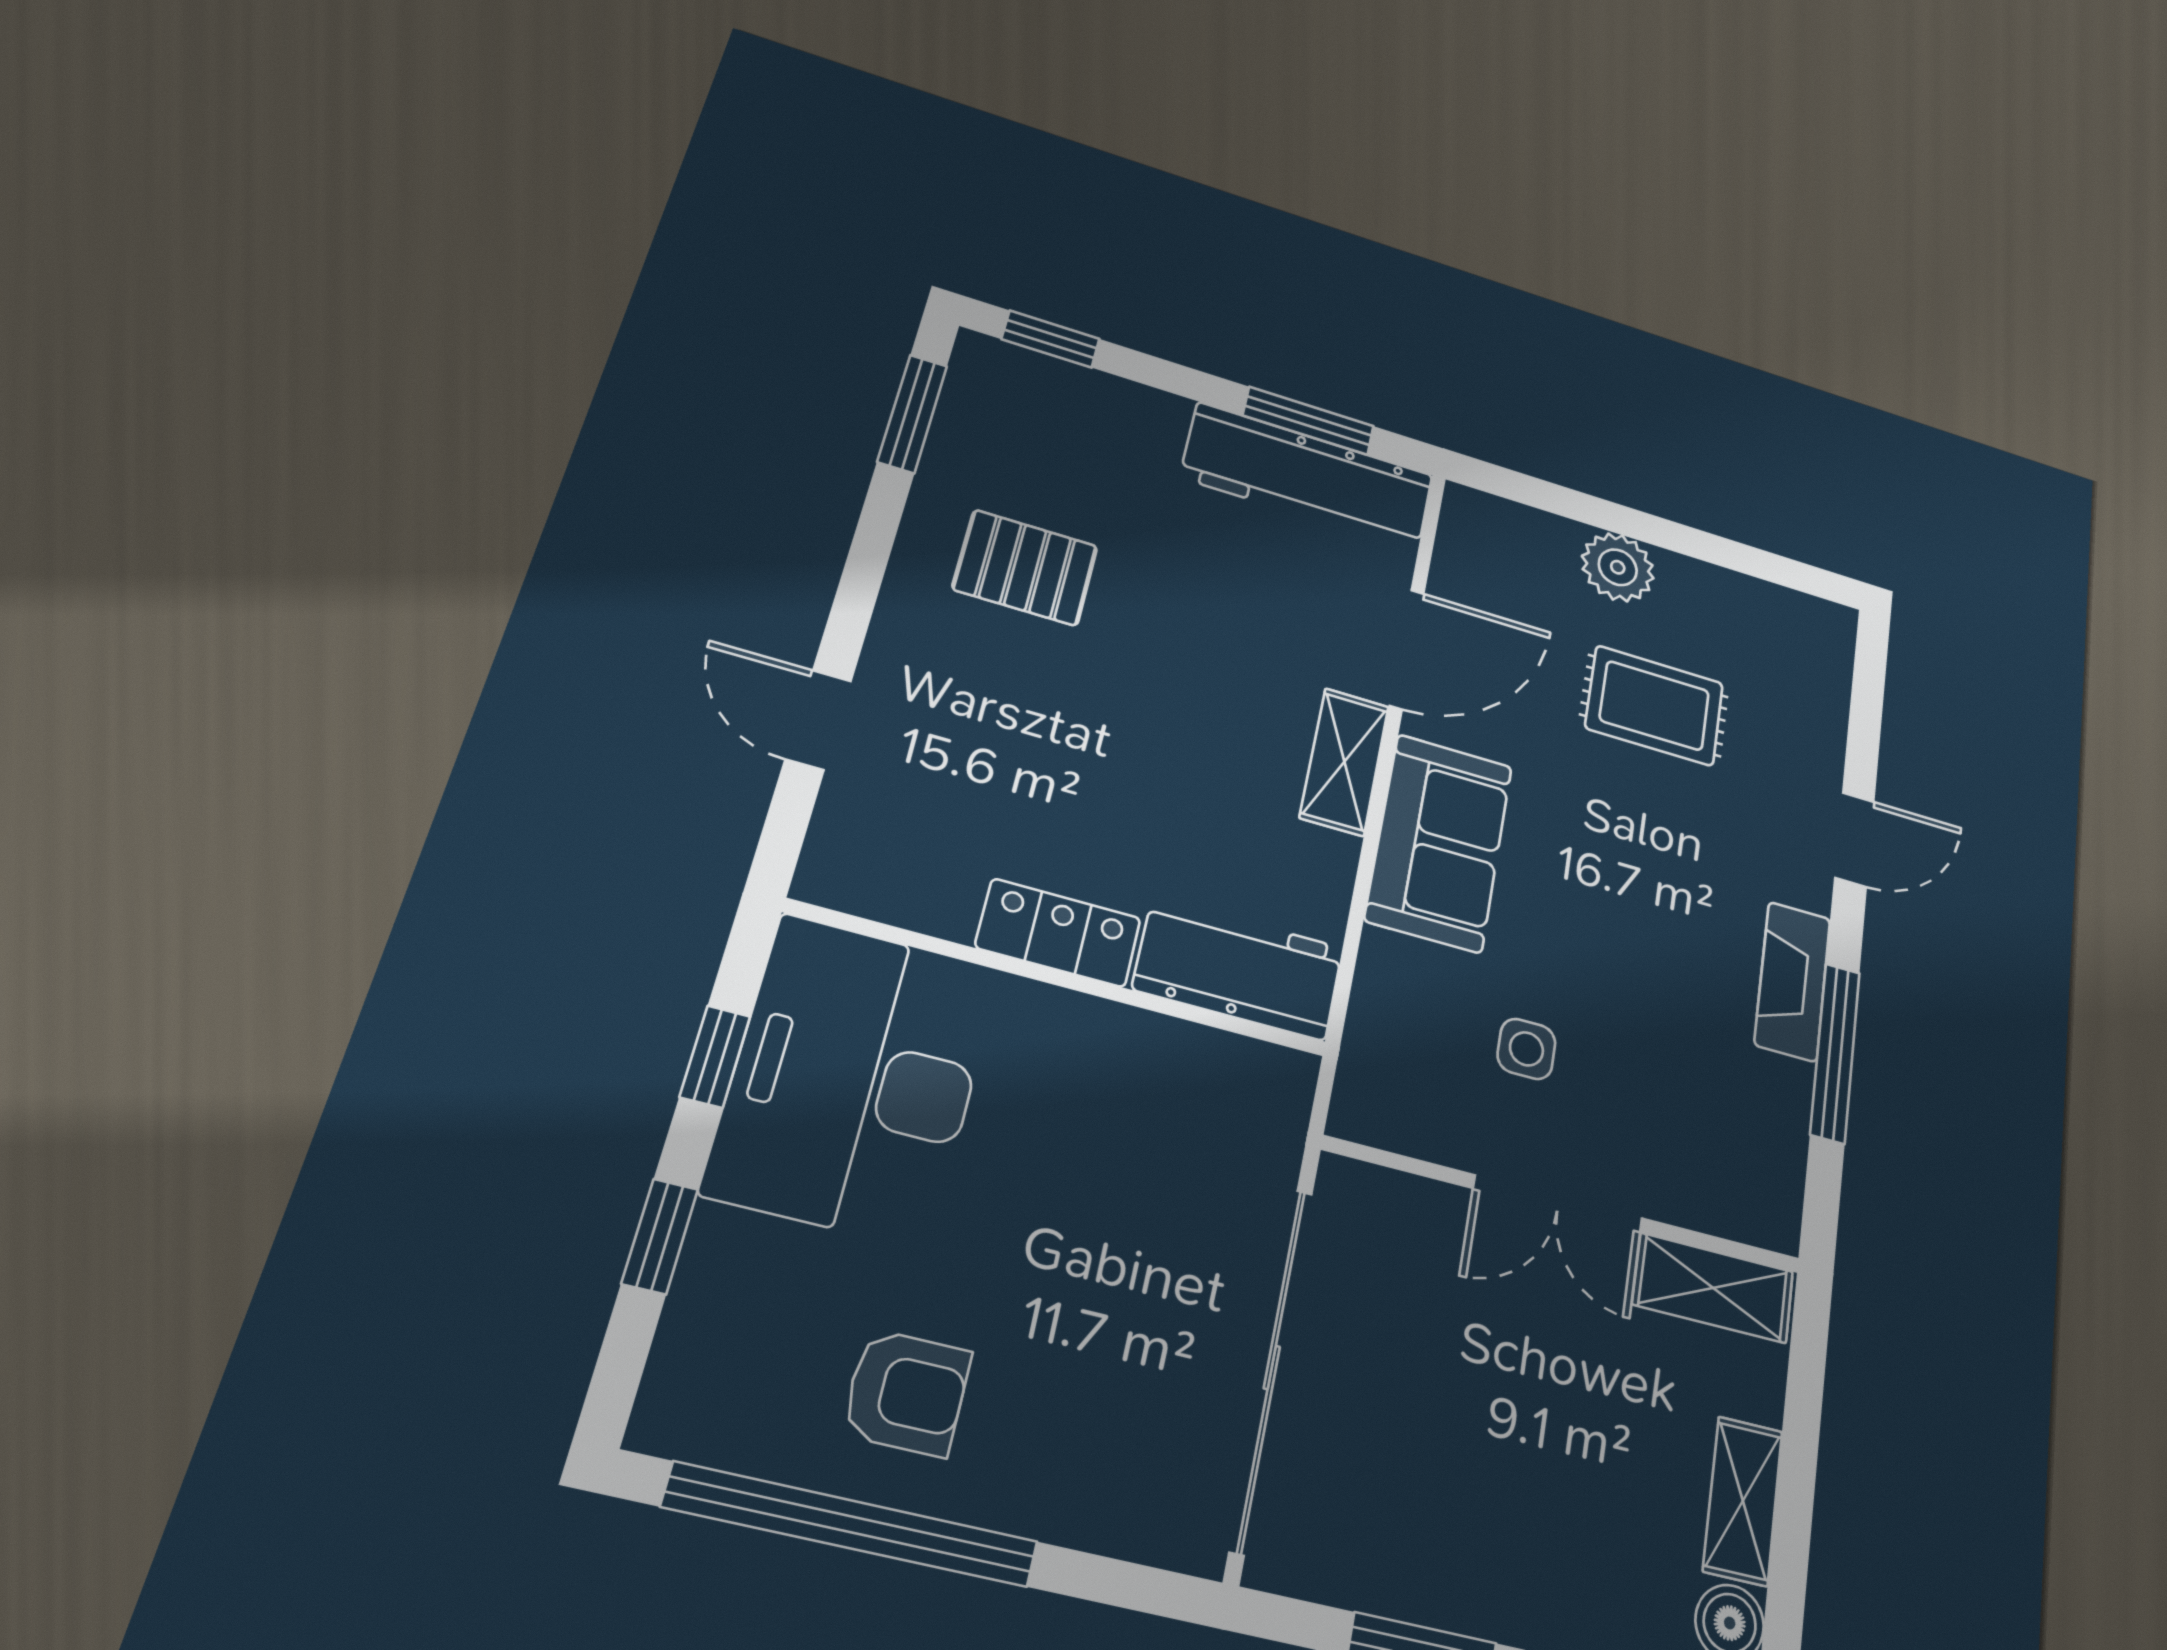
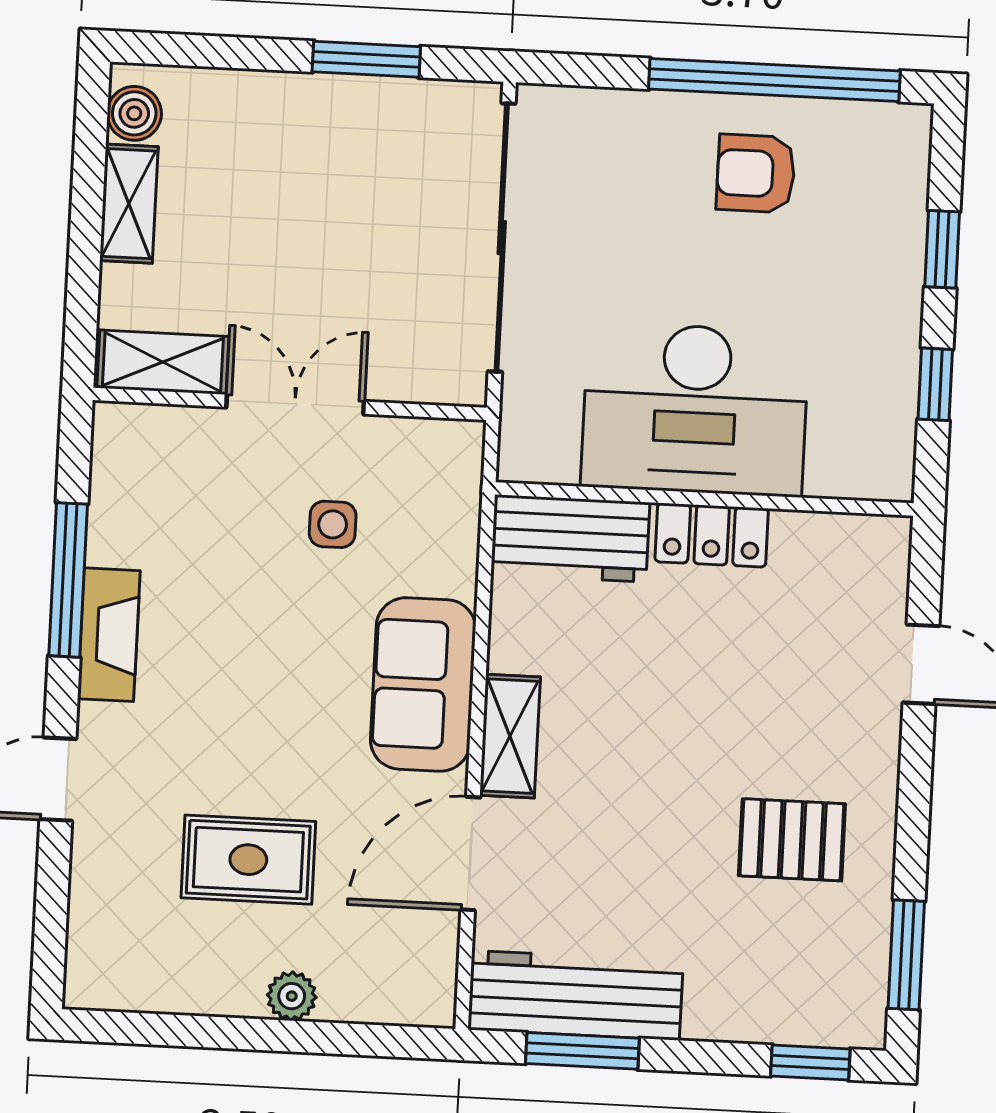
plant: (1618, 567) -> (292, 996), width x0.73, depth x0.73
desk: (854, 1079) -> (695, 409), moved, turned 90

